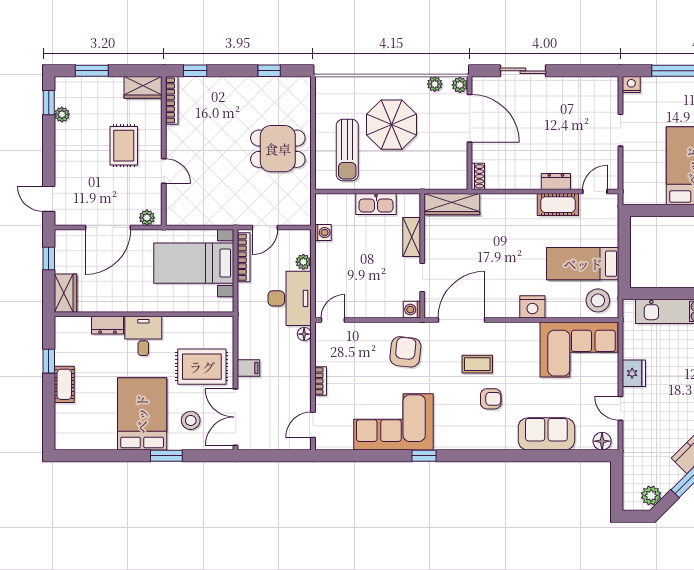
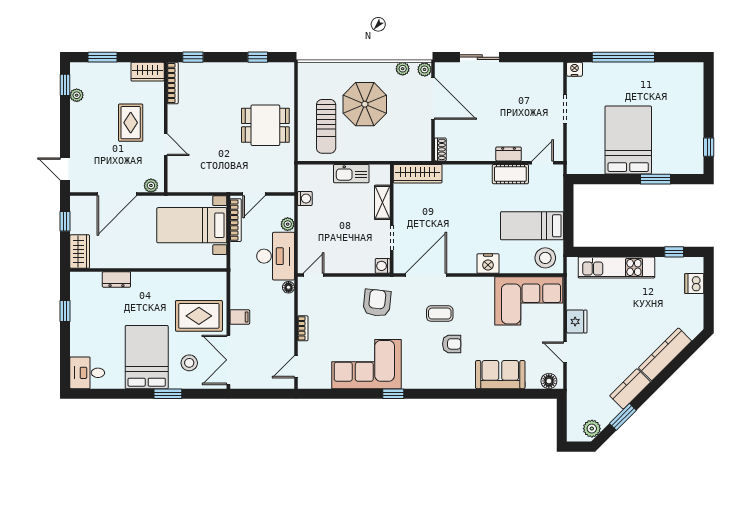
desk: (143, 336) -> (87, 373), moved, turned -90
cot: (64, 384) -> (79, 331), removed

